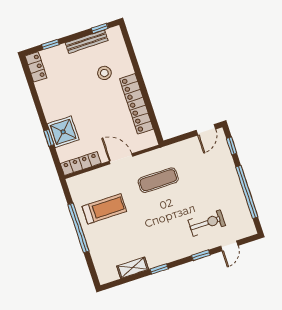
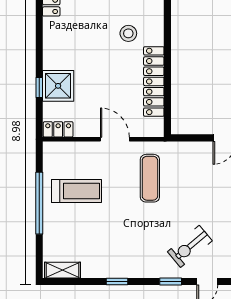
locker: (81, 164) -> (58, 129), width x0.66
exercise mat: (158, 180) -> (150, 178), turned 90
exercise bike: (207, 223) -> (190, 246), turned 140
shelving: (133, 268) -> (62, 270), moved

